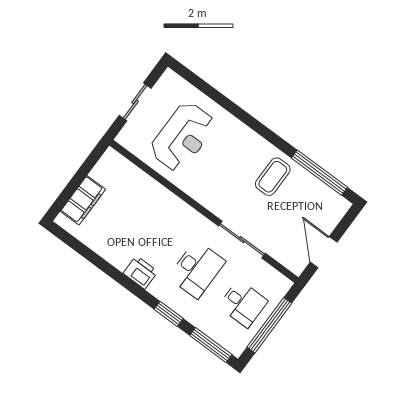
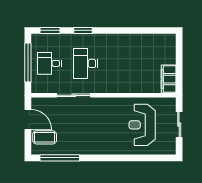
coffee table: (273, 177) -> (45, 137), moved, turned 90
filing cabinet: (83, 200) -> (169, 79), moved
printer: (140, 272) -> (113, 41), removed
window: (211, 345) -> (50, 30), width x0.69

